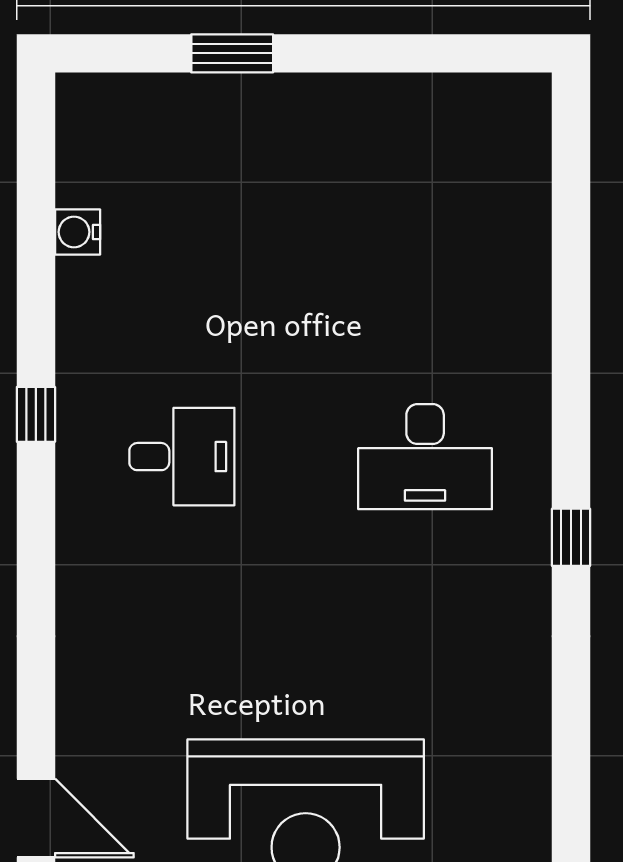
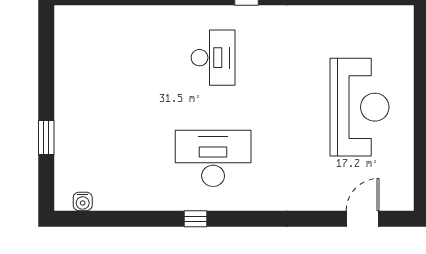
water cooler: (78, 232) -> (83, 201), moved
desk: (182, 457) -> (213, 158), width x1.87, depth x1.30

